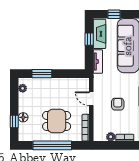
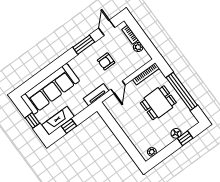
tv unit: (98, 62) -> (96, 95), moved
window: (42, 74) -> (127, 145), removed
dining table: (57, 121) -> (158, 103), turned 90

